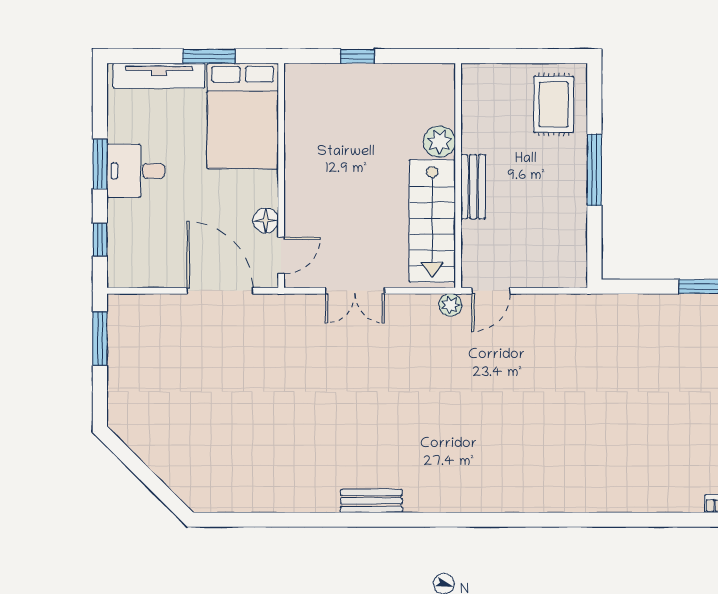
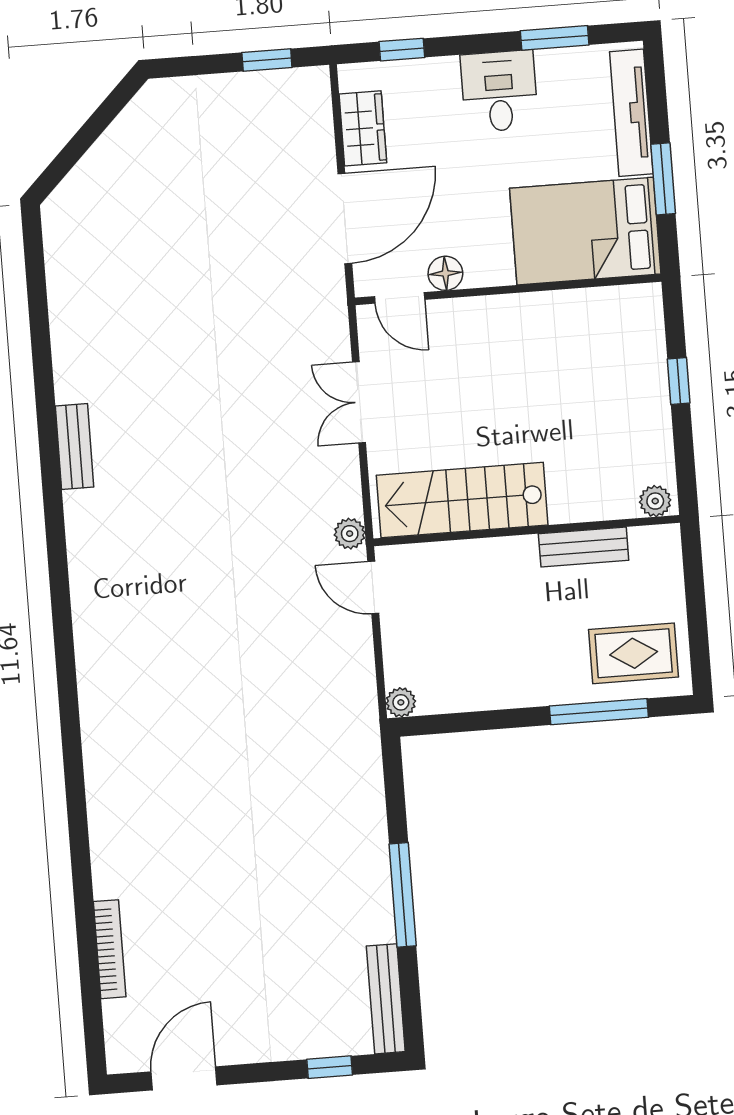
plant: (439, 142) -> (655, 501), moved, width x0.73, depth x0.73
window: (100, 164) -> (555, 38), moved
window: (594, 170) -> (599, 712), moved
bench: (473, 187) -> (584, 547), moved
wardrobe: (155, 273) -> (363, 128), added
plant: (576, 277) -> (401, 702), added
window: (100, 339) -> (267, 60), width x0.67

